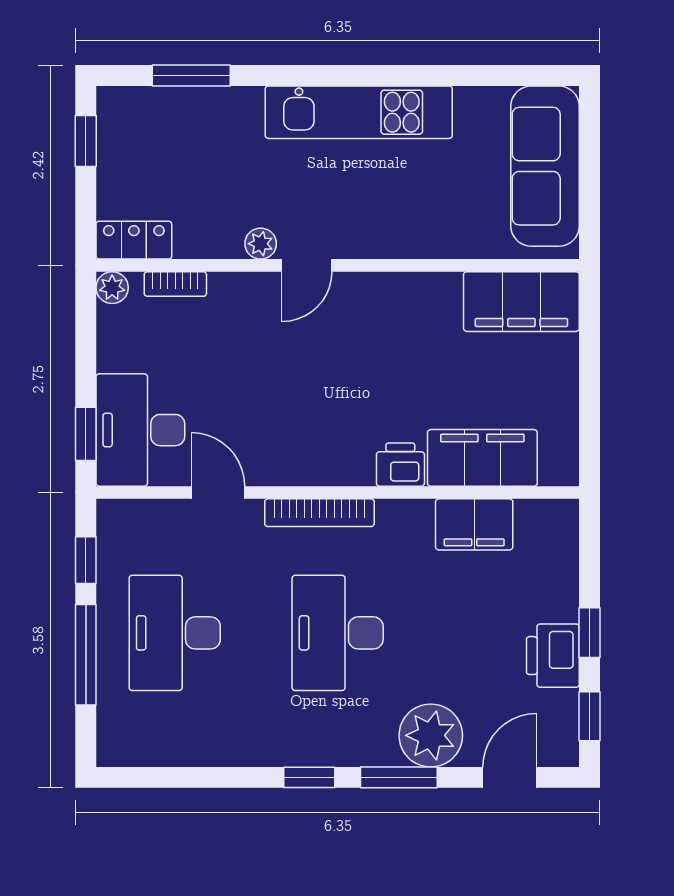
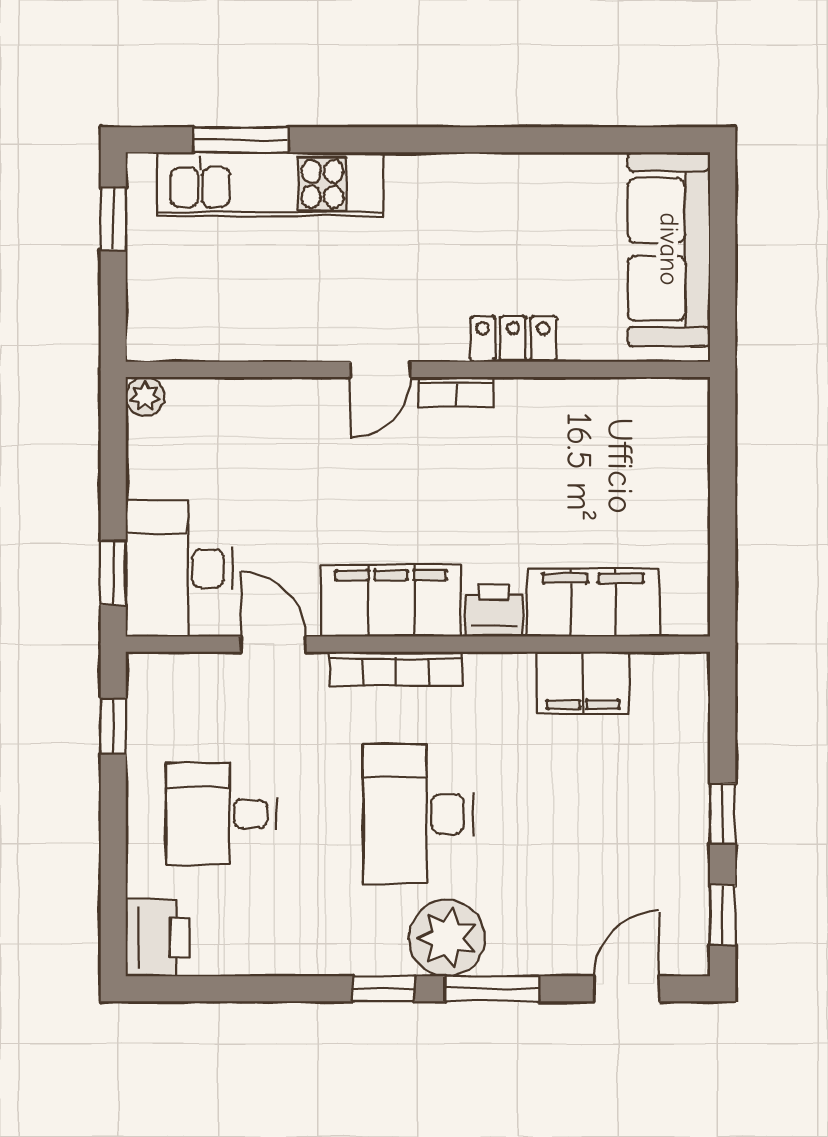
kitchen unit: (359, 112) -> (270, 184), moved
locker: (134, 240) -> (513, 339), moved
plant: (261, 244) -> (325, 343), removed
bookcase: (175, 284) -> (456, 392), moved
filing cabinet: (521, 302) -> (391, 600), moved, turned 180
desk: (175, 633) -> (221, 814), width x0.73
window: (86, 655) -> (113, 840), removed
printer: (553, 656) -> (158, 938), moved, turned 180
plant: (431, 735) -> (447, 938), moved

